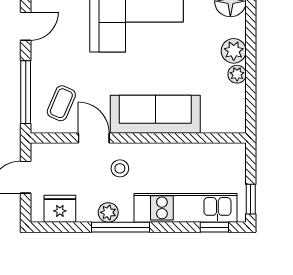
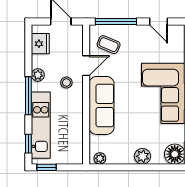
plant: (237, 74) -> (100, 158), moved
window: (120, 227) -> (28, 96), moved

